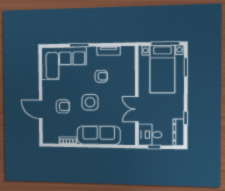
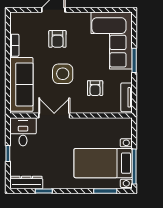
wall: (137, 96) -> (71, 116), moved
double door: (137, 109) -> (54, 116), moved
desk: (150, 135) -> (23, 132), moved

